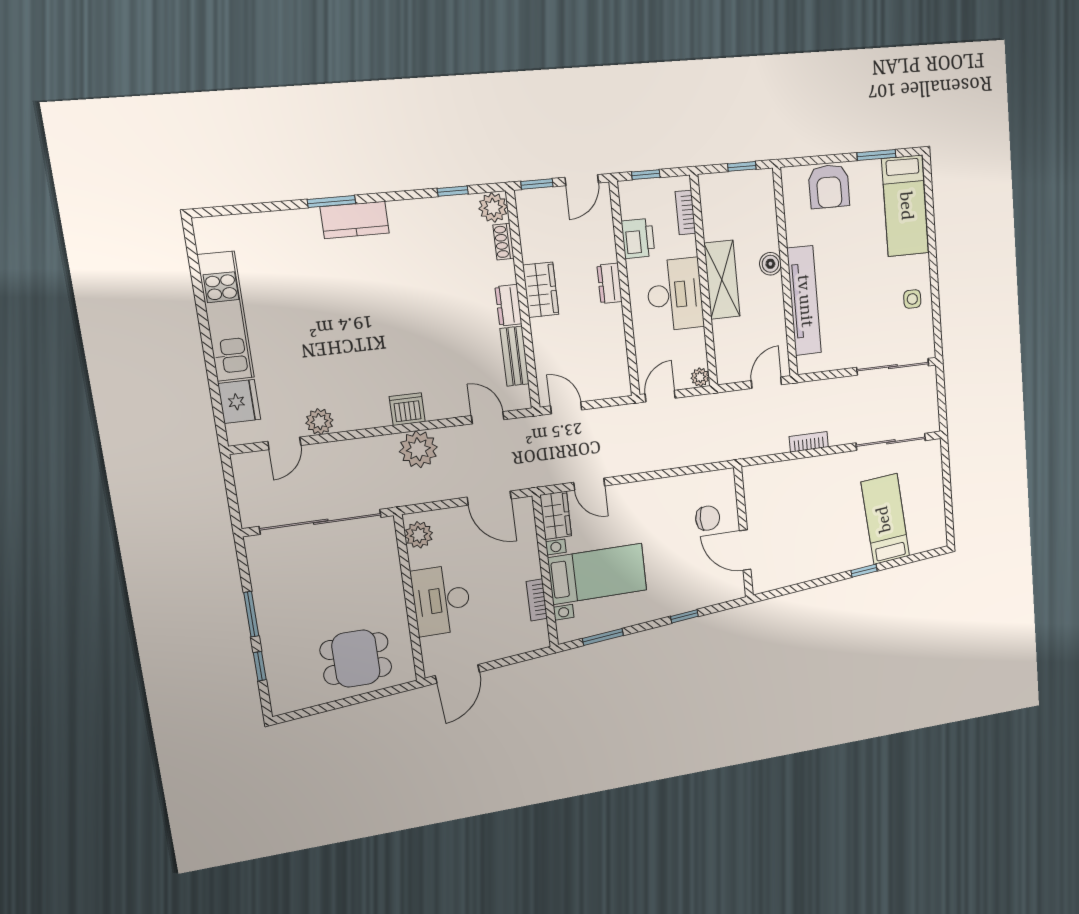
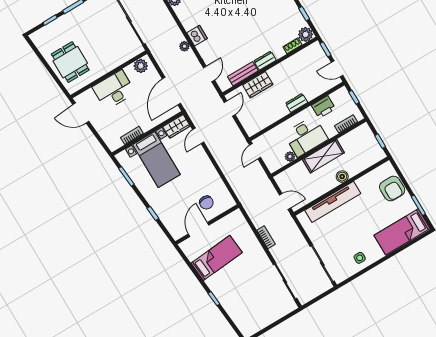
armchair: (829, 186) -> (392, 189), turned -90
wardrobe: (541, 290) -> (258, 85), moved
plant: (700, 377) -> (290, 157), moved
door: (660, 396) -> (255, 151), swing flipped
plant: (418, 449) -> (184, 46), width x0.53, depth x0.53
door: (489, 498) -> (172, 91), width x1.36
bed: (885, 519) -> (217, 258), moved

